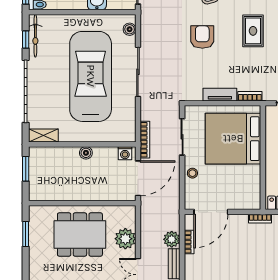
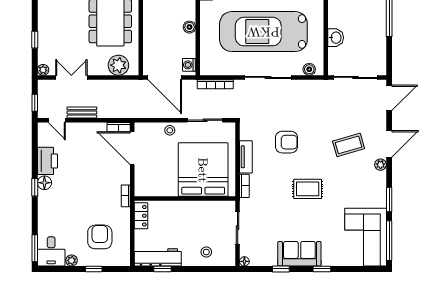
armchair: (202, 37) -> (287, 142), moved
car: (91, 76) -> (263, 32), turned 180
bookcase: (145, 140) -> (215, 84), moved
plant: (125, 239) -> (118, 65), moved
plant: (172, 239) -> (106, 110), removed
bookcase: (189, 242) -> (119, 127), moved

